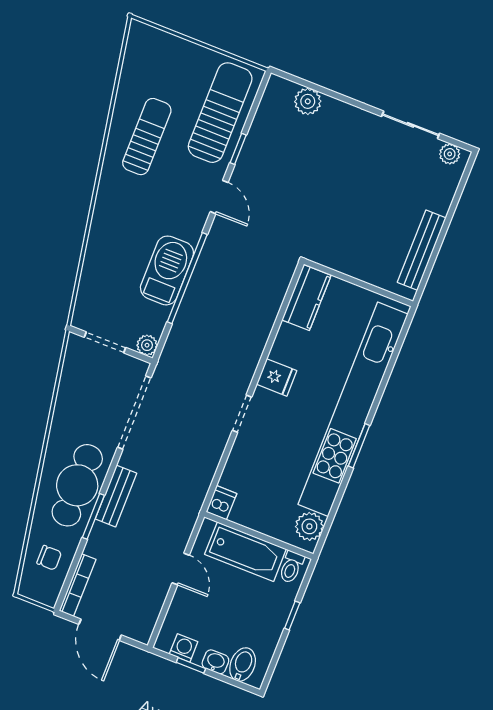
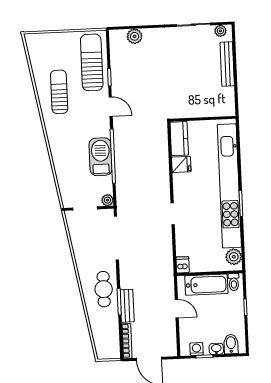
bench: (422, 250) -> (227, 64), moved
fridge: (277, 377) -> (181, 164), moved
cafe table: (77, 485) -> (104, 289), width x0.73, depth x0.74
bench: (116, 496) -> (127, 306), moved
chair: (49, 558) -> (106, 333), removed

